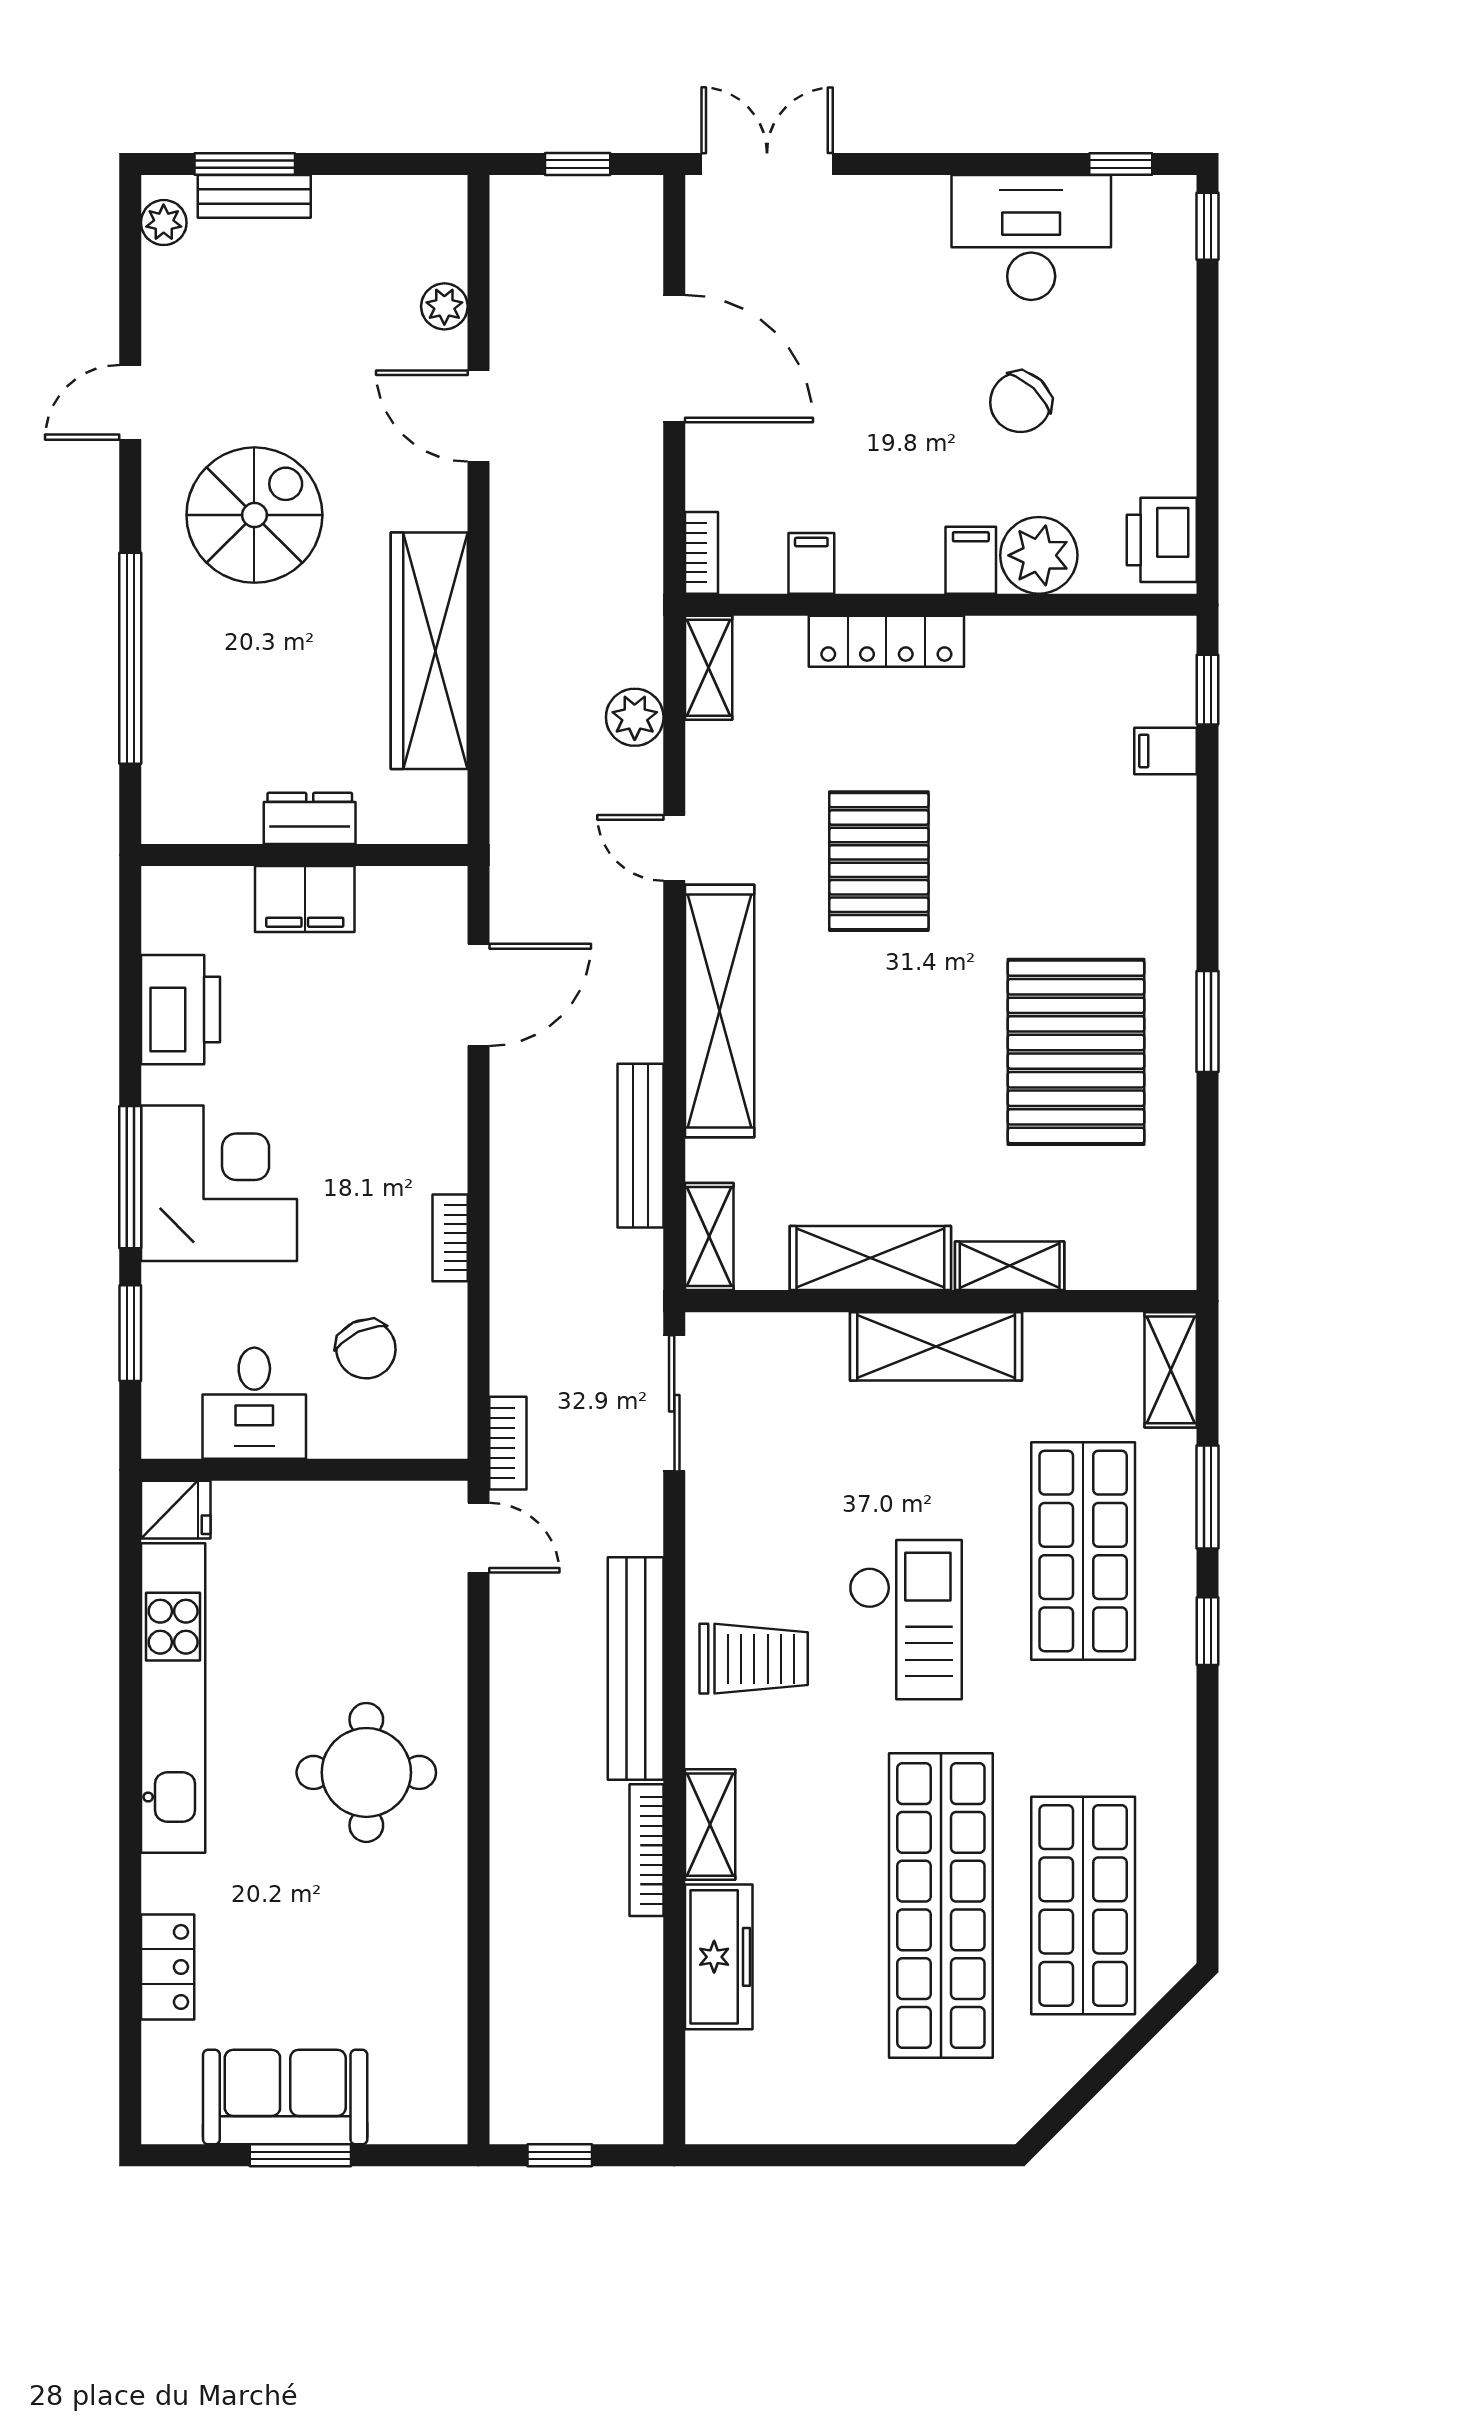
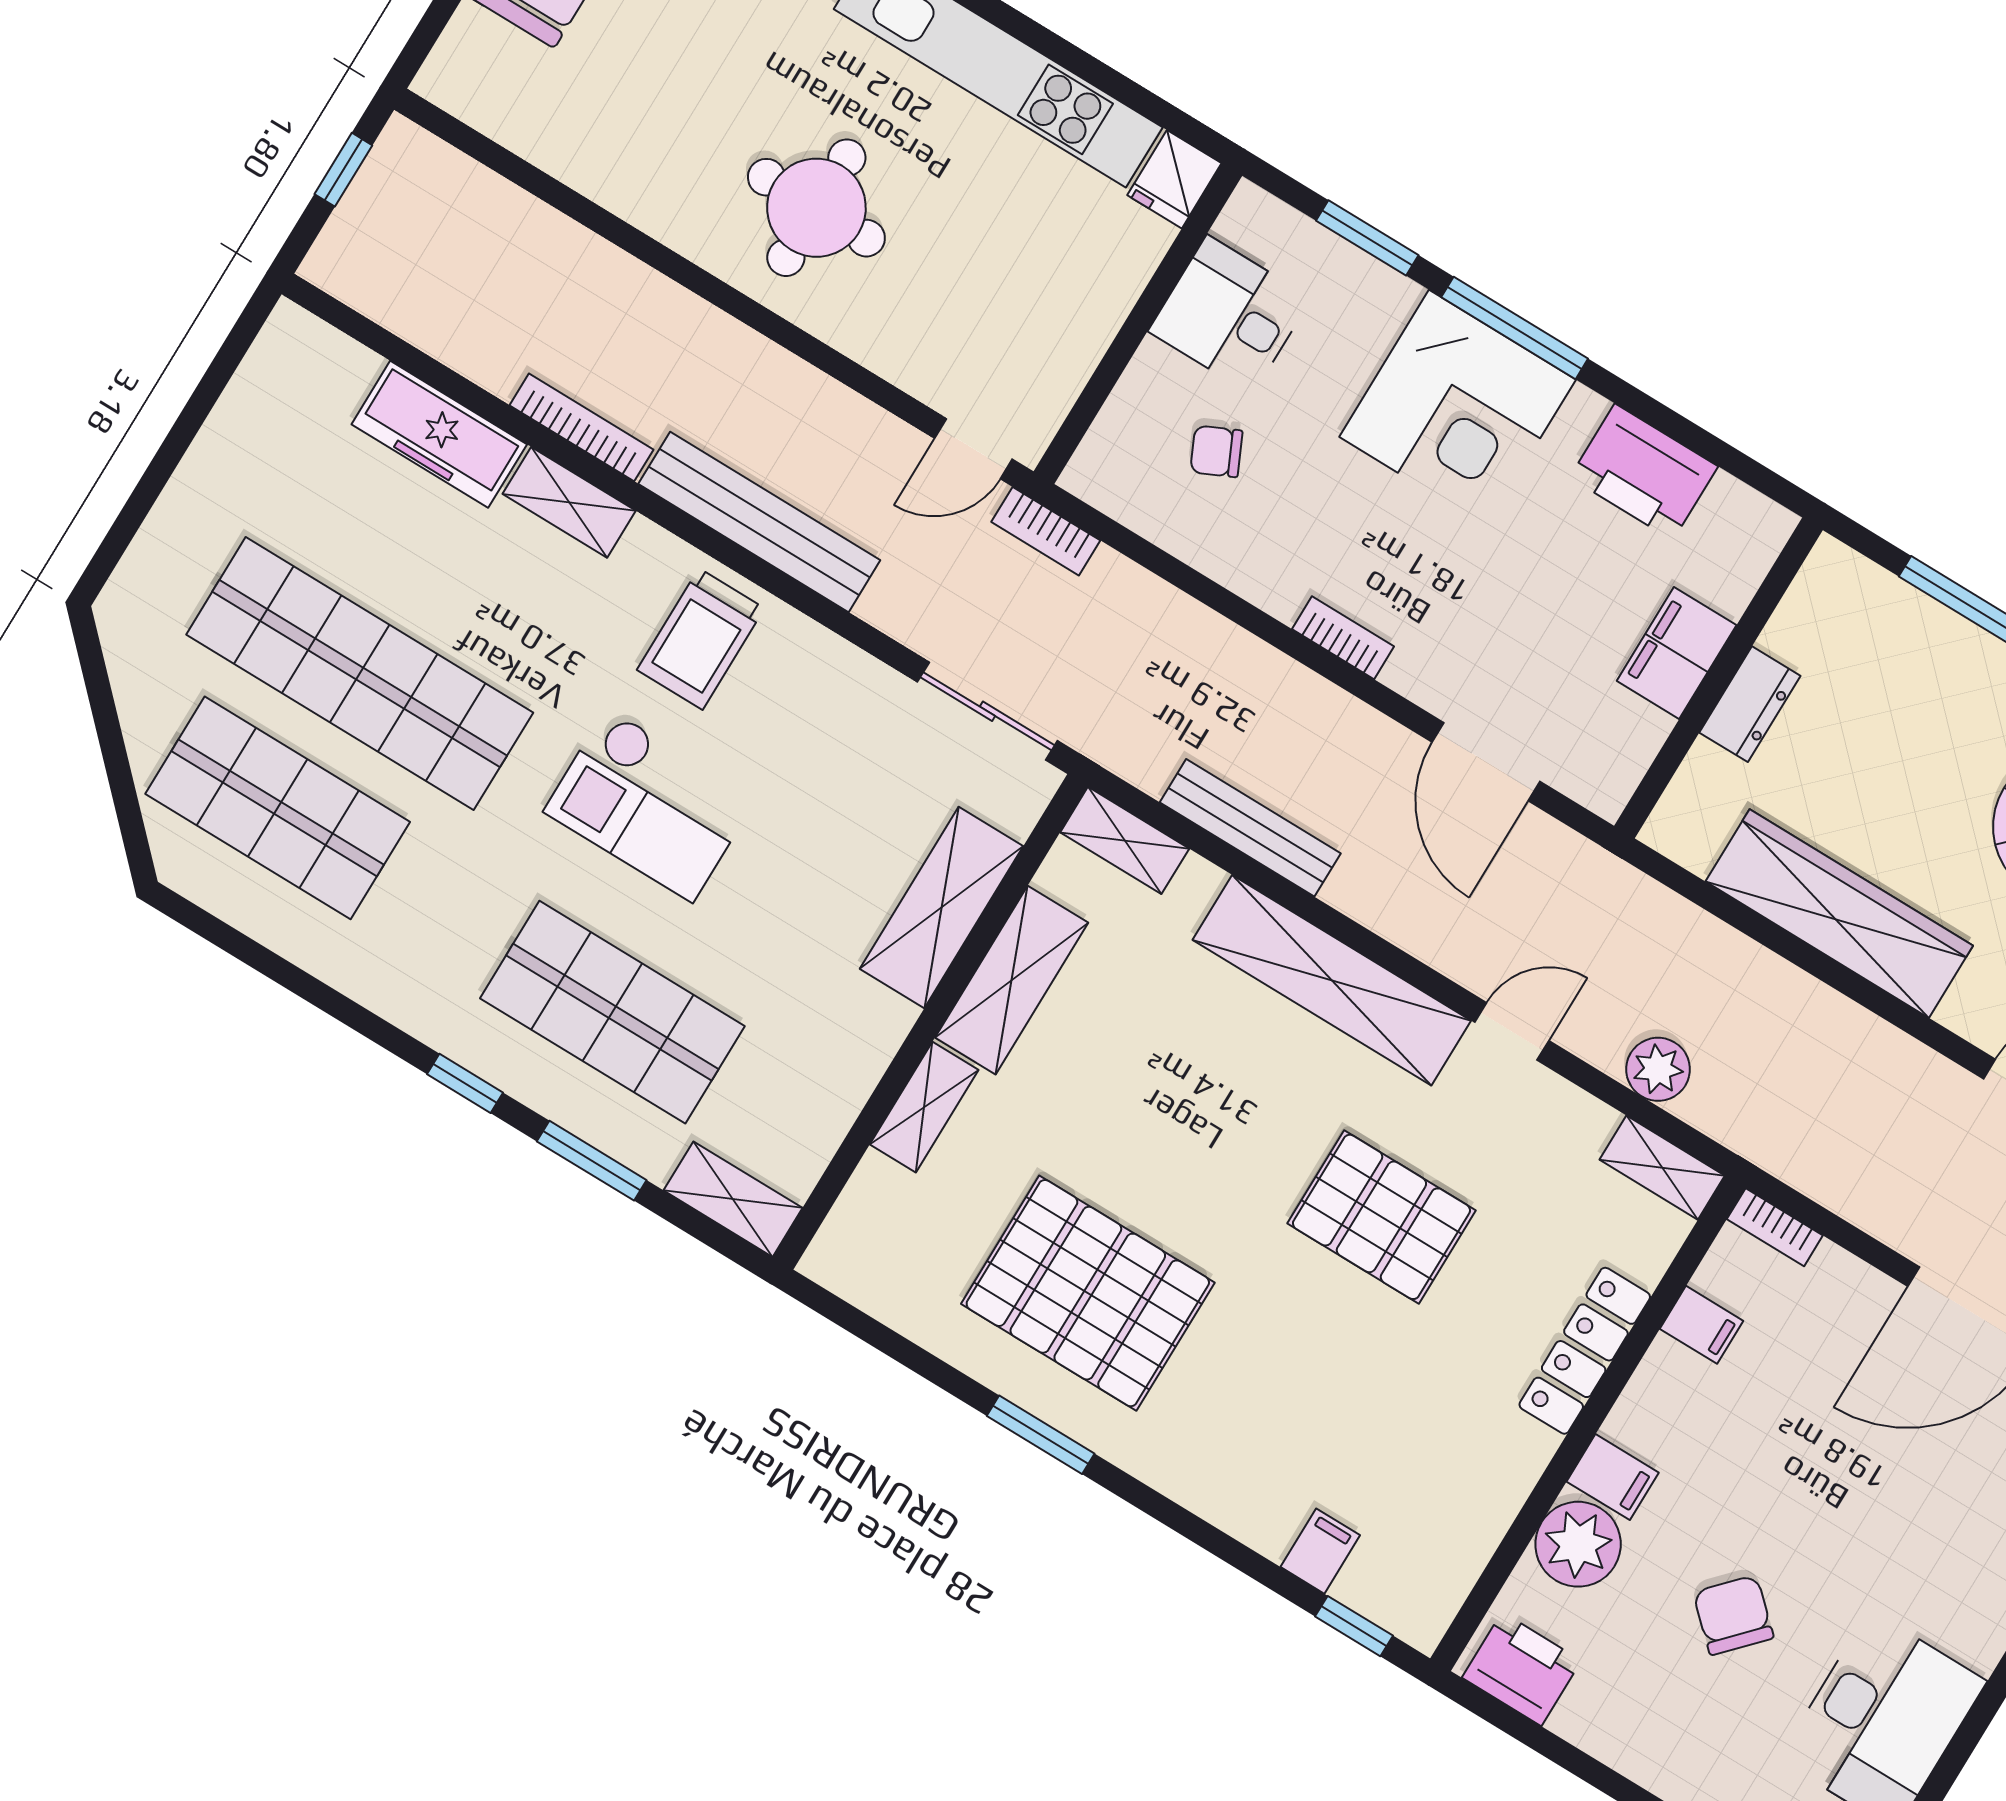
bookcase: (450, 1238) -> (1343, 638), moved
shelving: (936, 1346) -> (941, 907), moved
chair: (366, 1349) -> (1216, 451), width x0.73, depth x0.73

